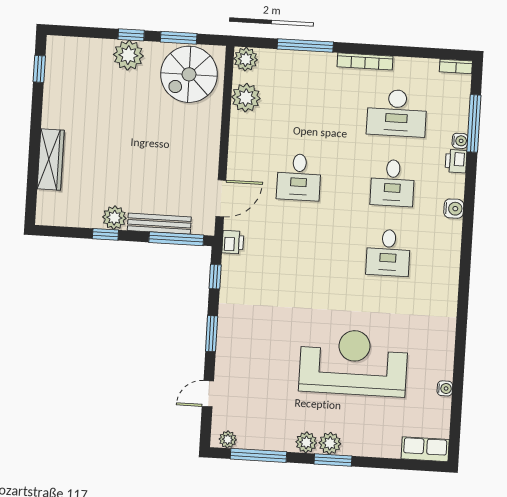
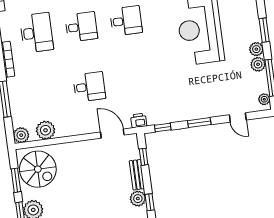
bench: (159, 224) -> (137, 175), width x0.73
window: (176, 239) -> (144, 157), width x0.46
plant: (330, 443) -> (258, 64), moved

